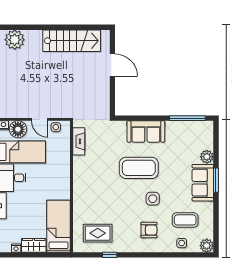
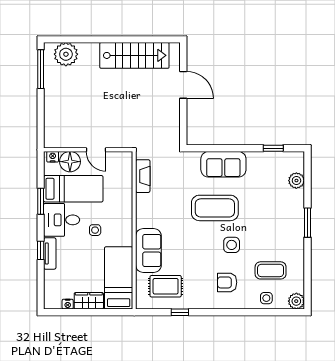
window: (187, 118) -> (273, 148), width x0.46
side table: (56, 127) -> (95, 230), moved
plant: (207, 157) -> (296, 181), moved
sofa: (203, 183) -> (148, 251), moved, turned 180
armchair: (149, 230) -> (227, 282), turned 180

